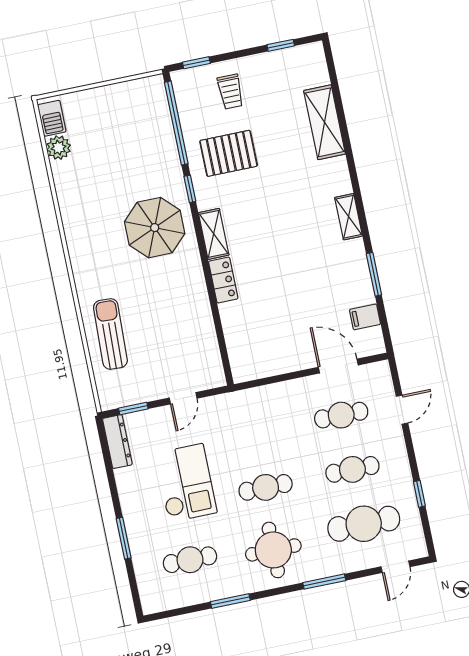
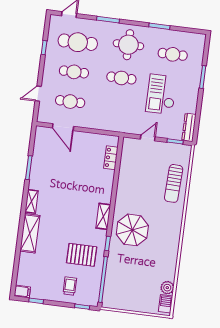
shelving: (325, 122) -> (30, 233), moved
locker: (223, 280) -> (111, 158), moved
filing cabinet: (365, 317) -> (22, 291), moved

